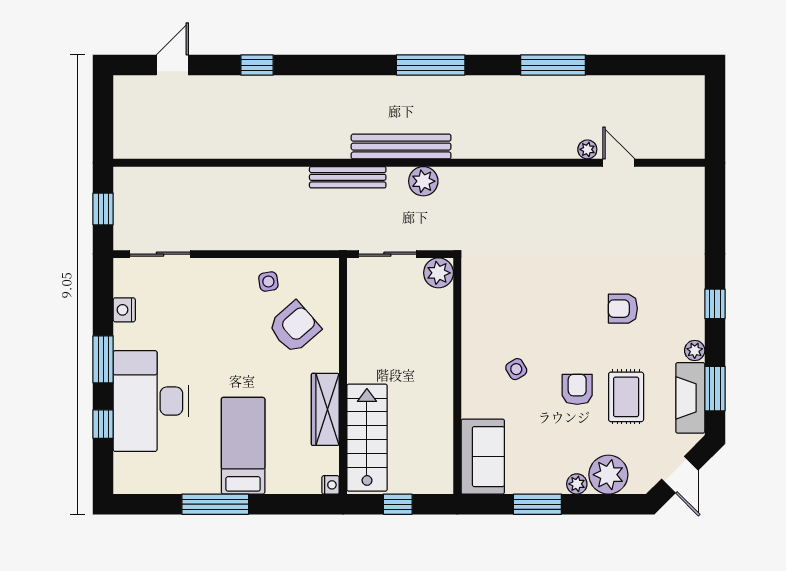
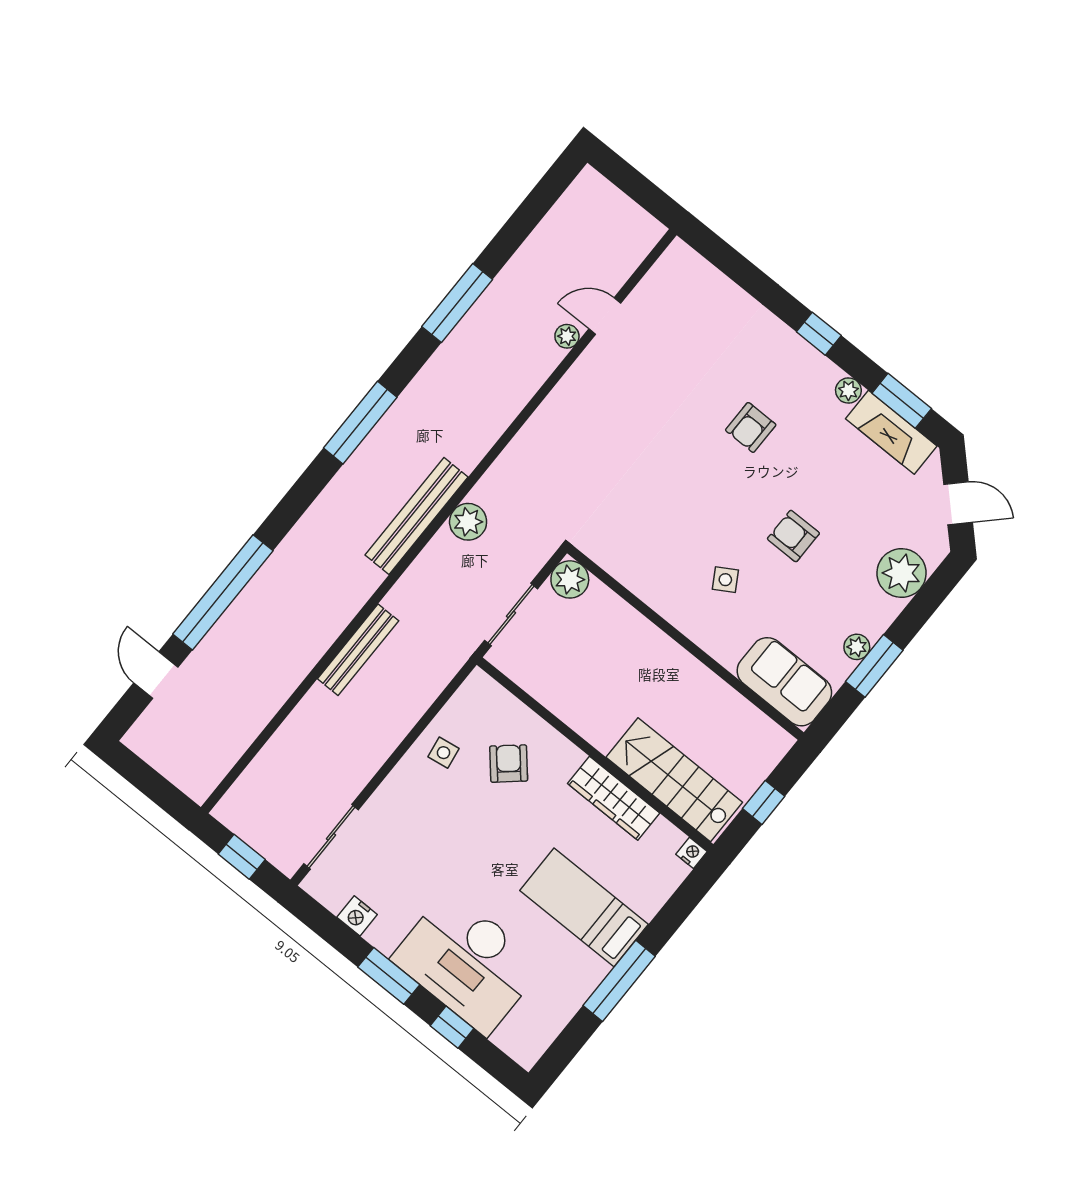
window: (257, 65) -> (223, 592), width x3.17
bench: (348, 177) -> (358, 650), moved
armchair: (294, 327) -> (509, 764), width x0.72, depth x0.72
rug: (626, 397) -> (839, 494), removed
plant: (577, 484) -> (857, 647), moved

